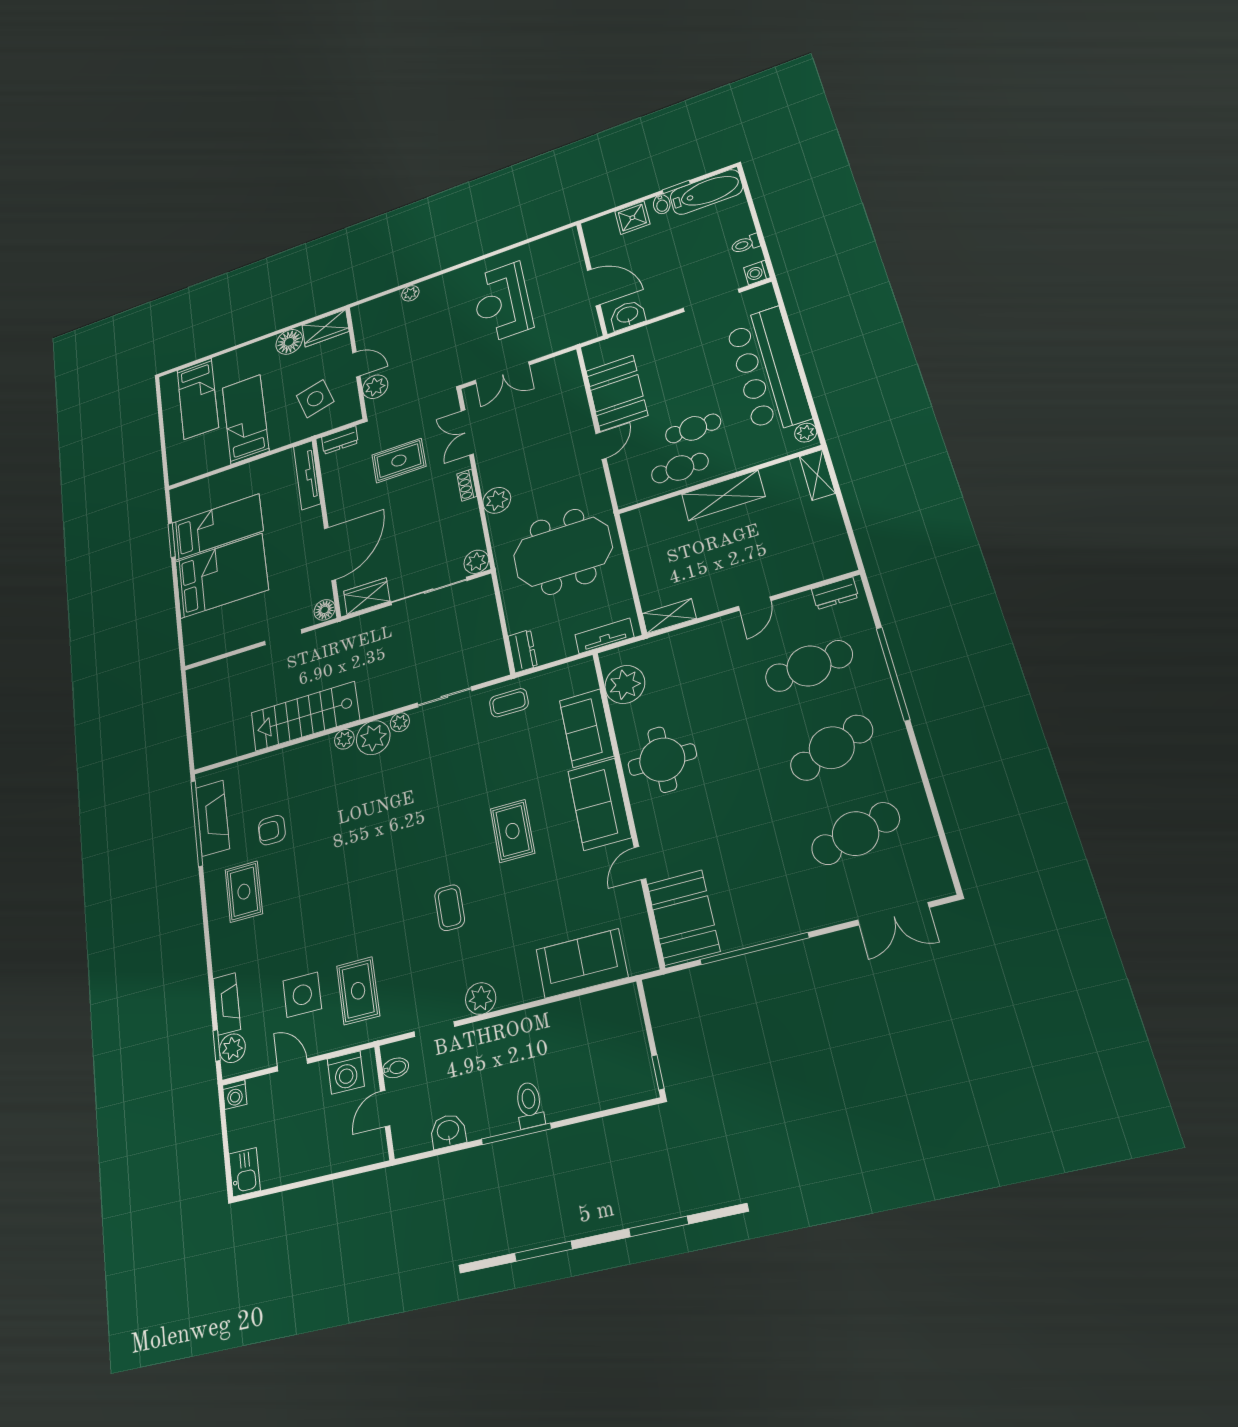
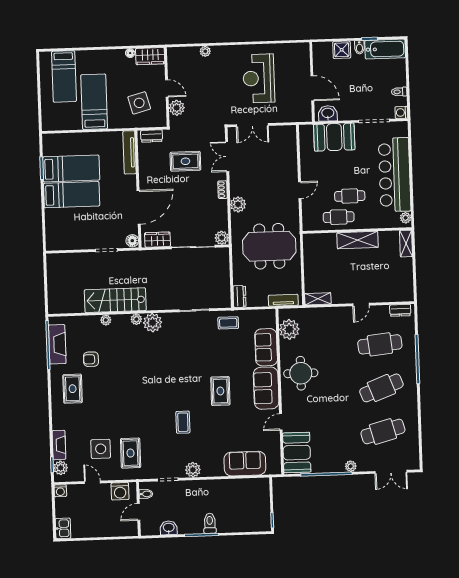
floor lamp: (289, 342) -> (130, 53), width x0.53, depth x0.53
booth: (617, 393) -> (334, 137), moved, turned 90
bed: (221, 576) -> (72, 195), width x0.67
plant: (400, 722) -> (106, 320), moved
plant: (803, 921) -> (351, 466), added

